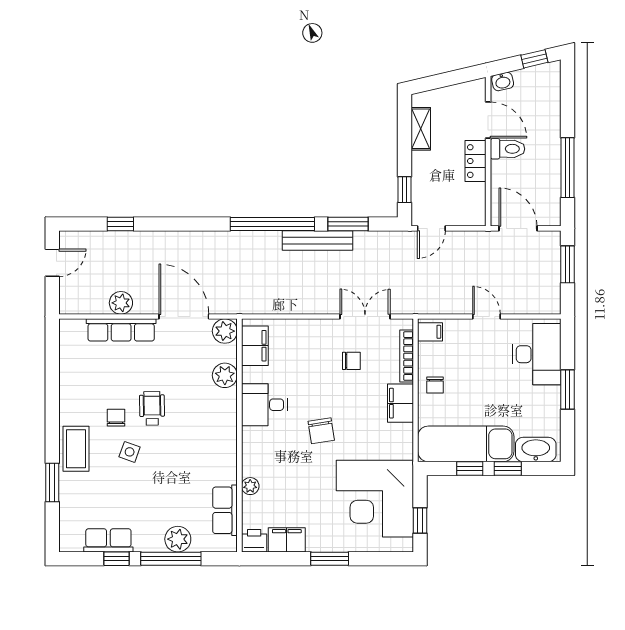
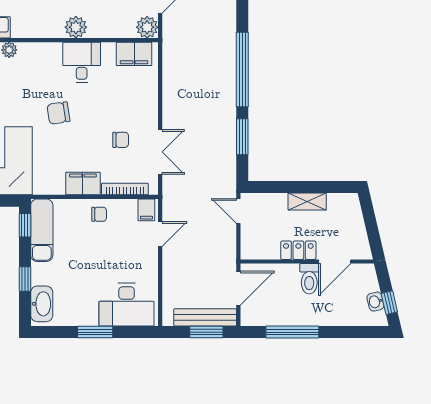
washbasin: (503, 81) -> (375, 302), moved
shelving: (421, 129) -> (307, 202), moved
window: (404, 190) -> (273, 187), removed
bench: (318, 240) -> (205, 317), moved, turned 90
door: (486, 316) -> (160, 234), moved
chair: (351, 361) -> (121, 140), turned -90
plant: (225, 375) -> (76, 27), moved
chair: (435, 385) -> (99, 214), turned 180
exam couch: (466, 444) -> (42, 230), width x0.73, depth x0.69
window: (470, 468) -> (25, 225), moved

